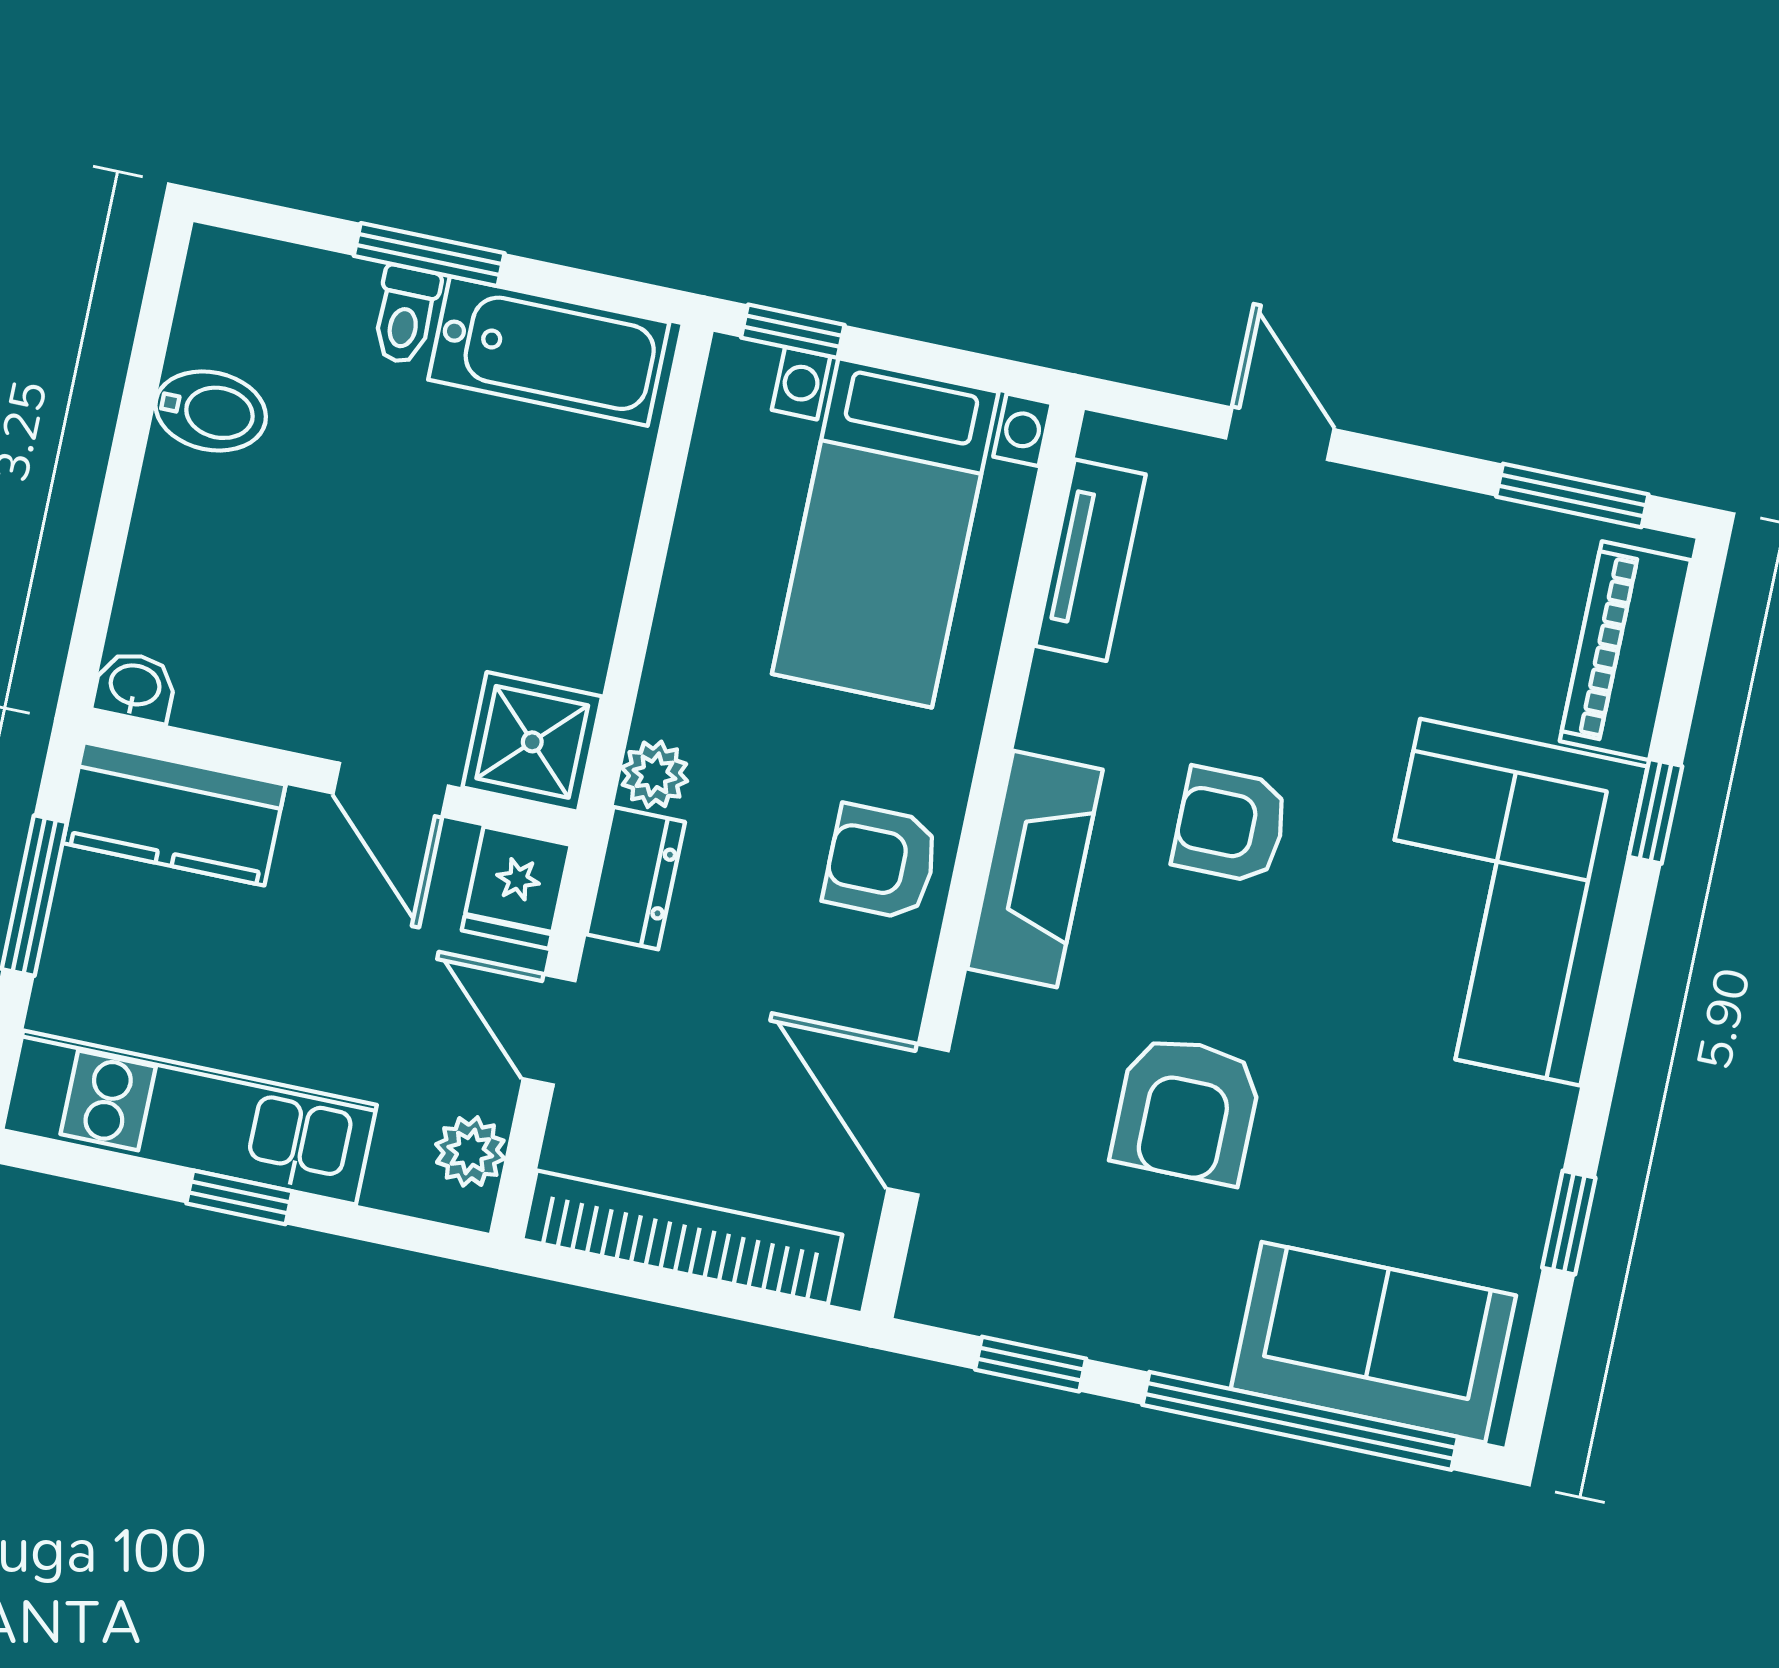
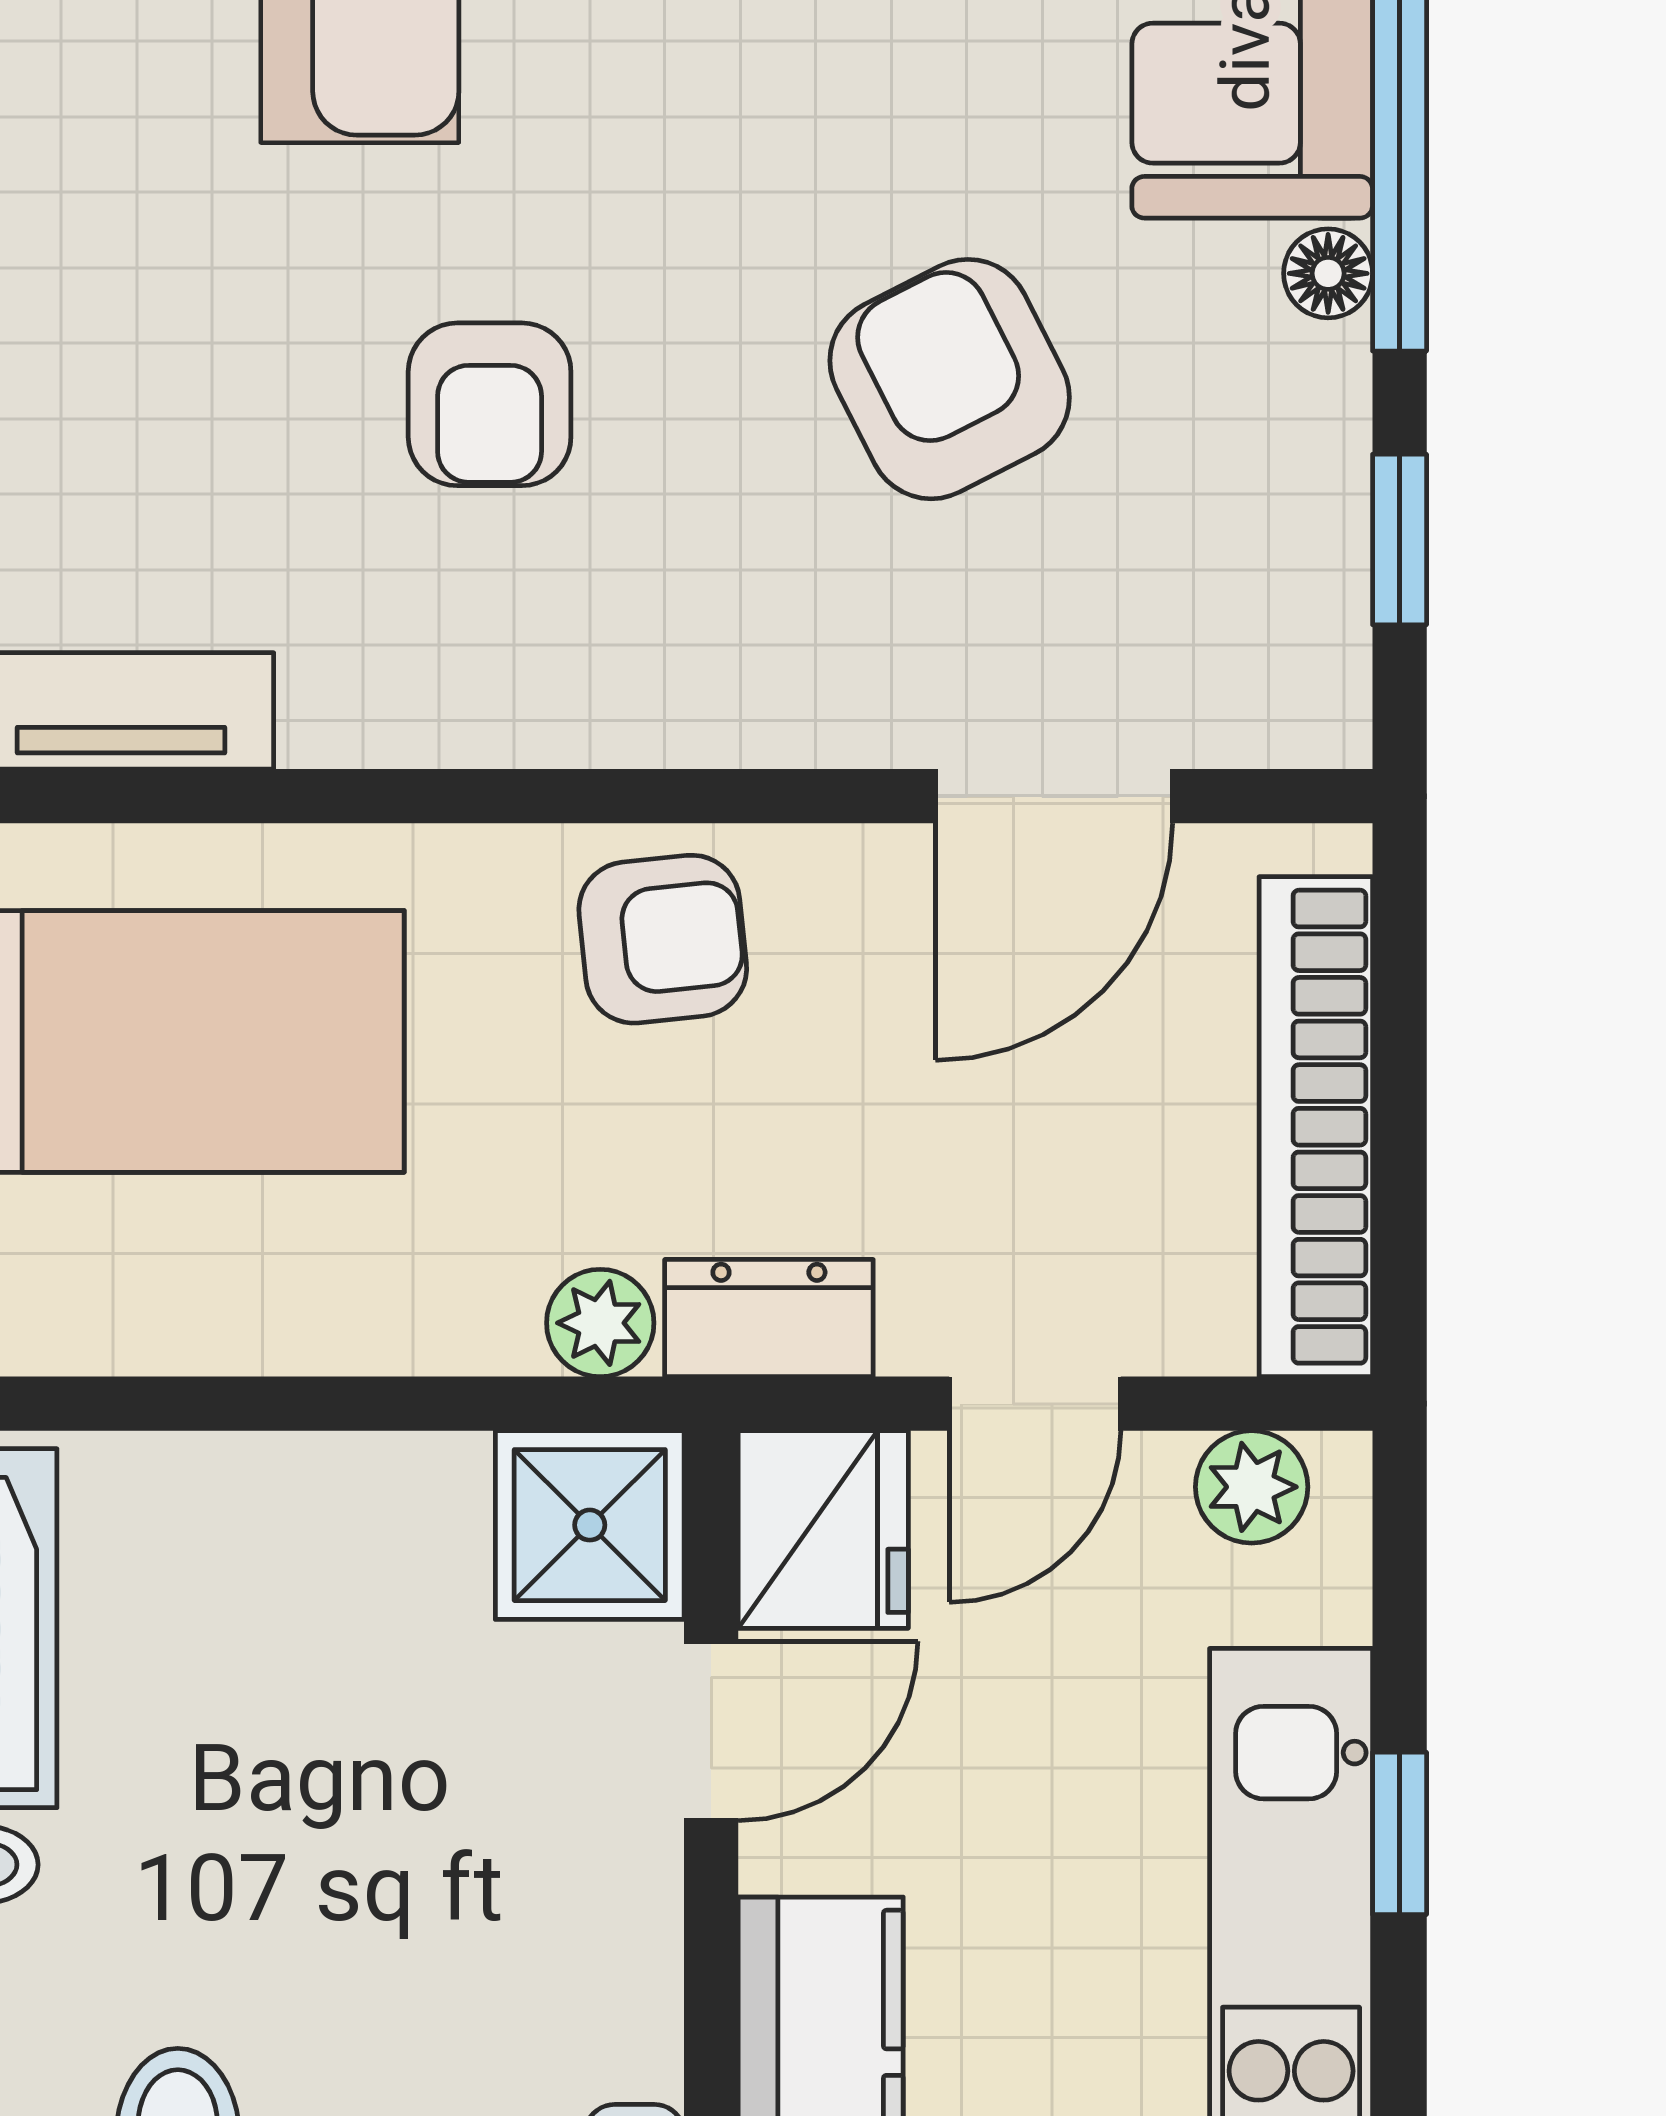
armchair: (881, 862) -> (663, 939), turned -96
fireplace: (1035, 869) -> (623, 696), removed
fridge: (516, 888) -> (823, 1529), width x1.38
armchair: (1187, 1110) -> (950, 379), turned -117
floor lamp: (1203, 1355) -> (1328, 273), added

